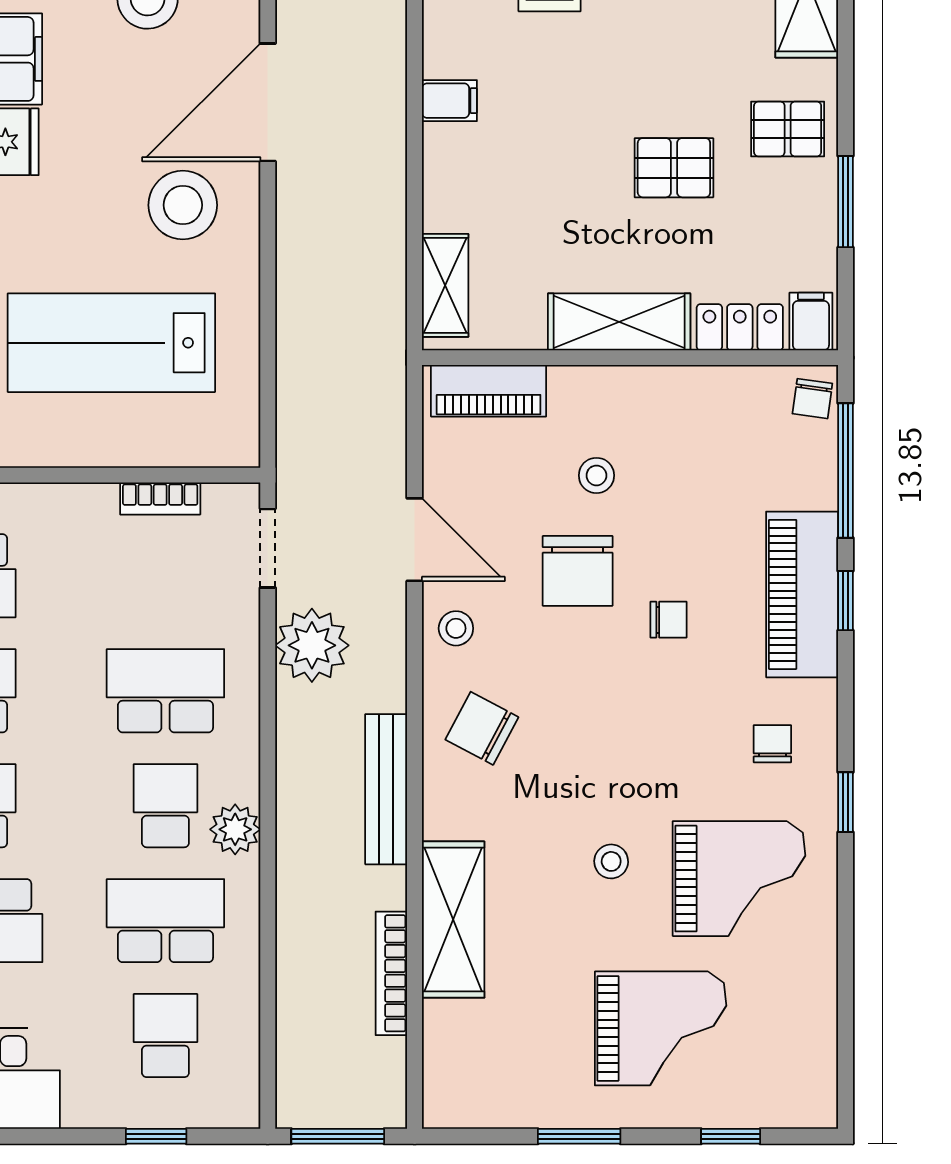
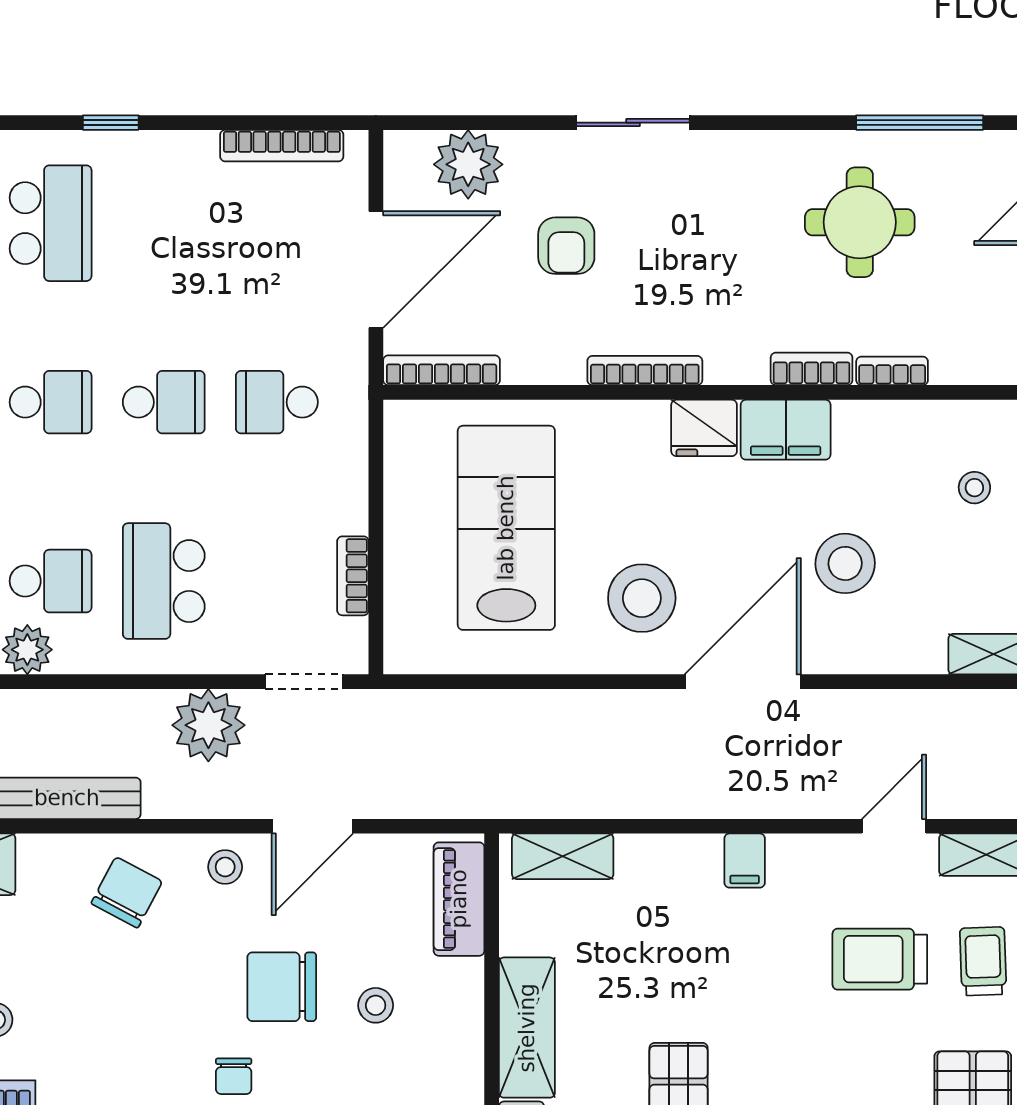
door: (268, 102) -> (743, 682), hinge flipped
school desk: (165, 691) -> (164, 581), turned 180

